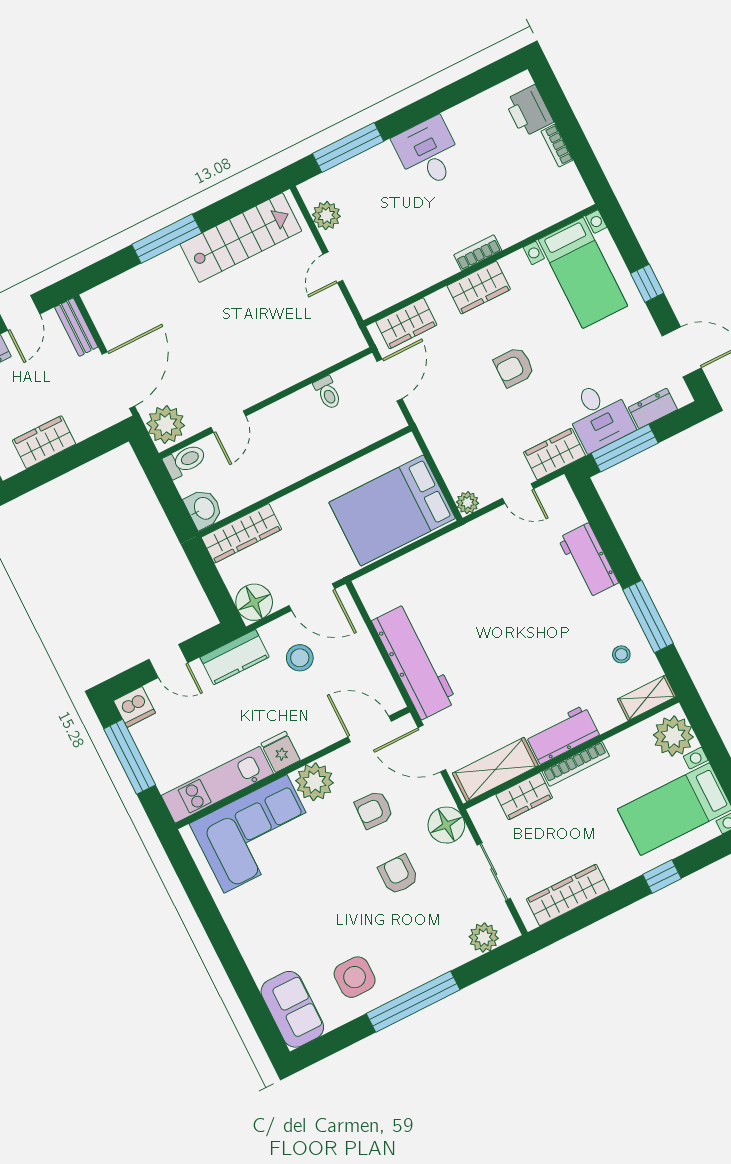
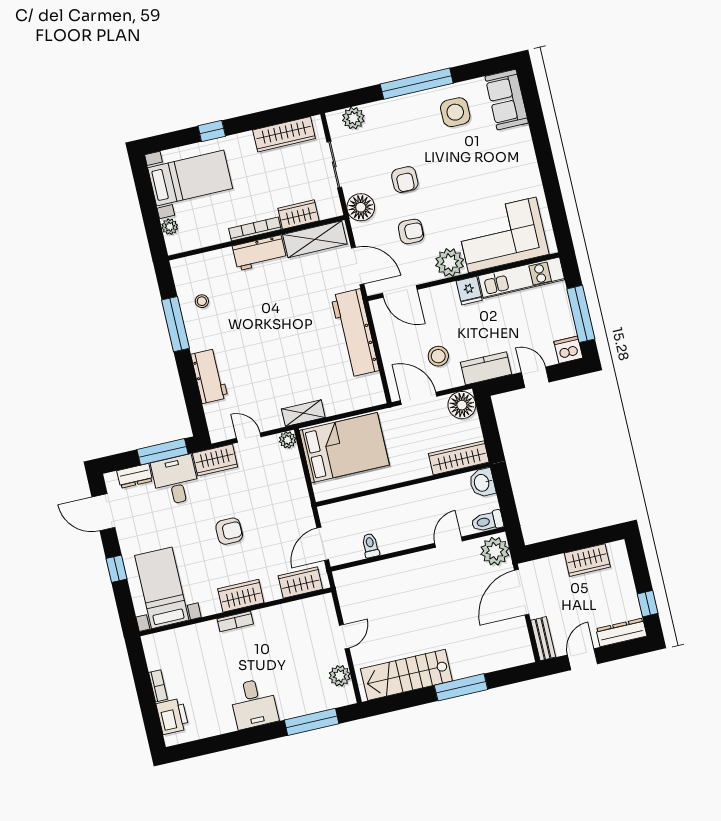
shelving: (647, 698) -> (303, 413), moved
plant: (673, 736) -> (170, 227), width x0.53, depth x0.53

